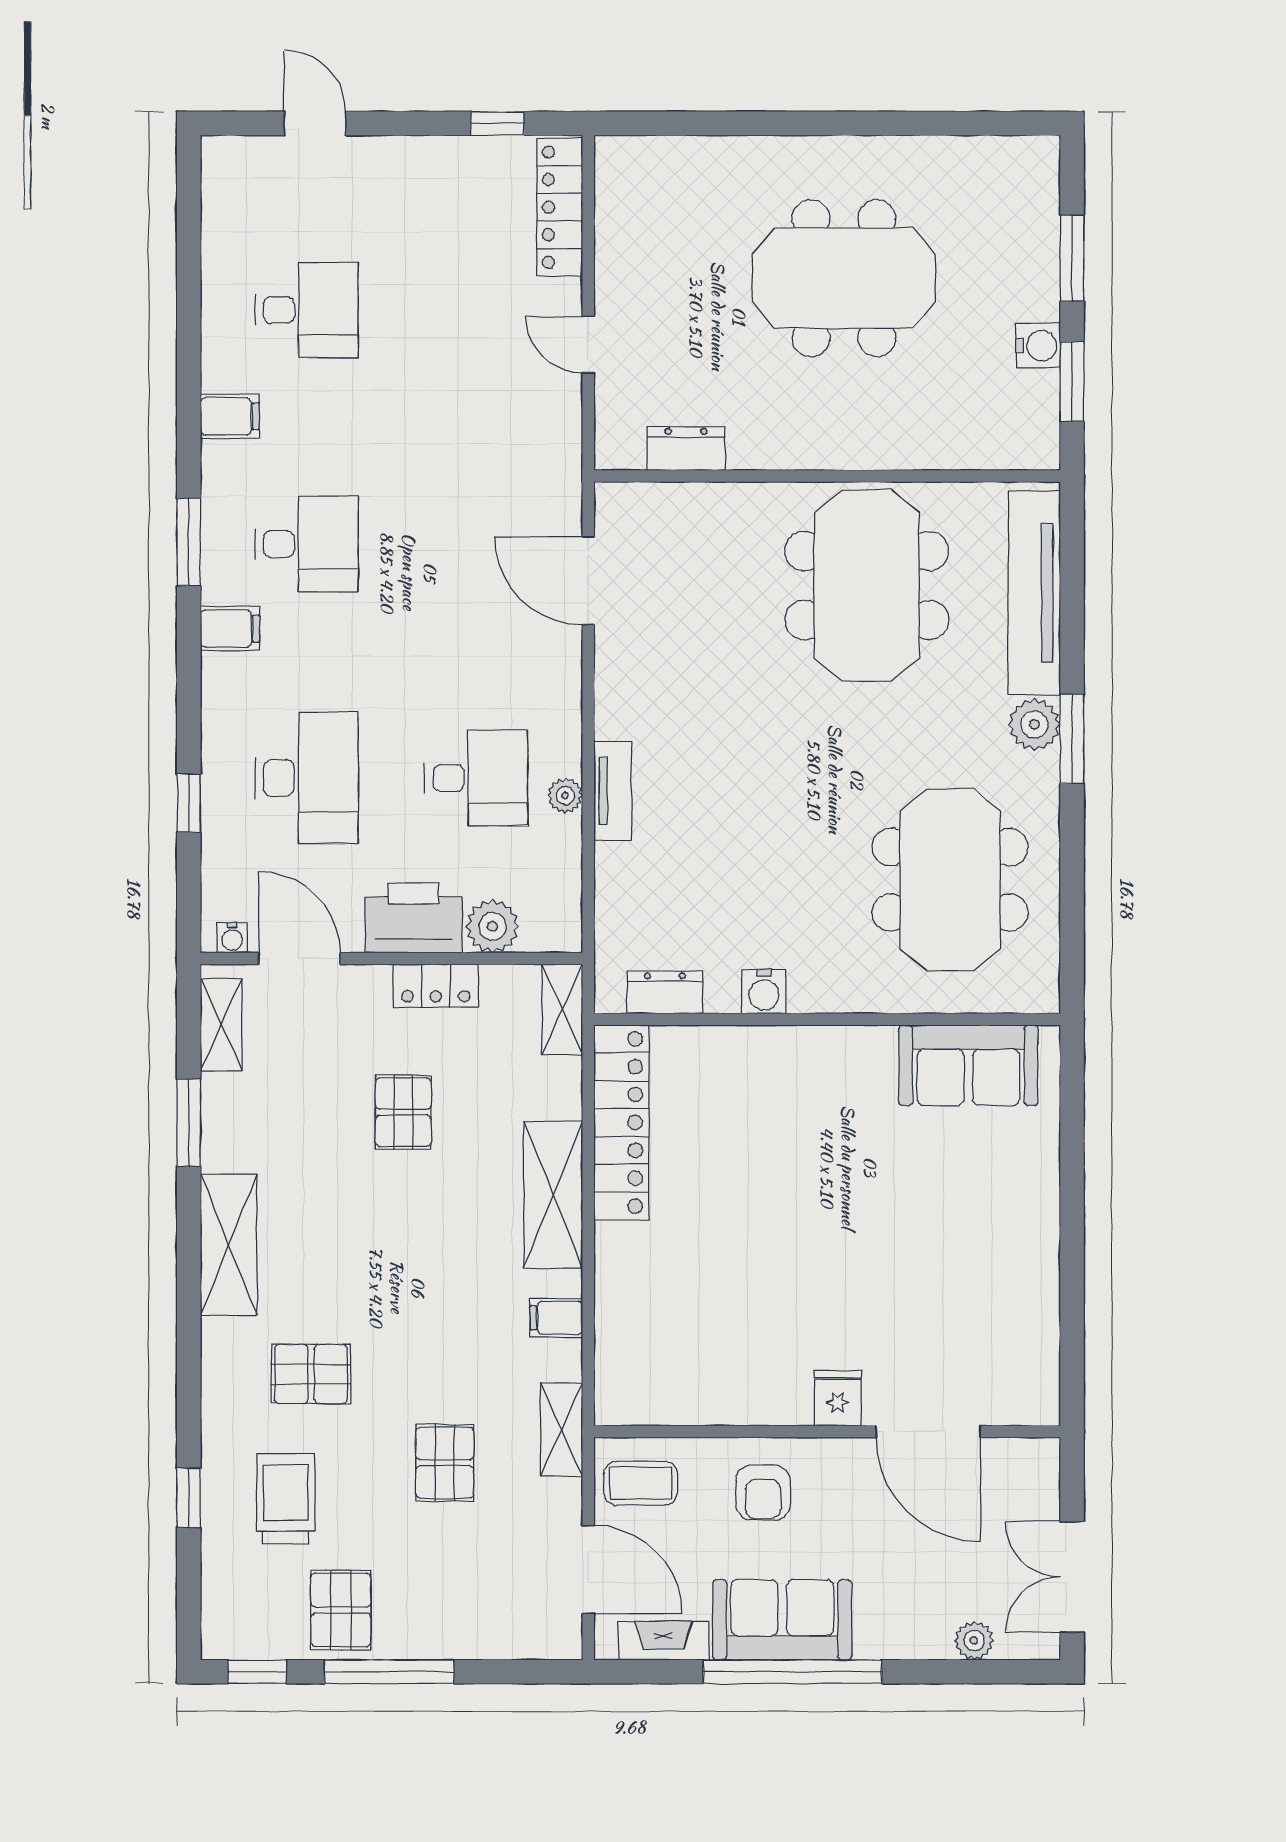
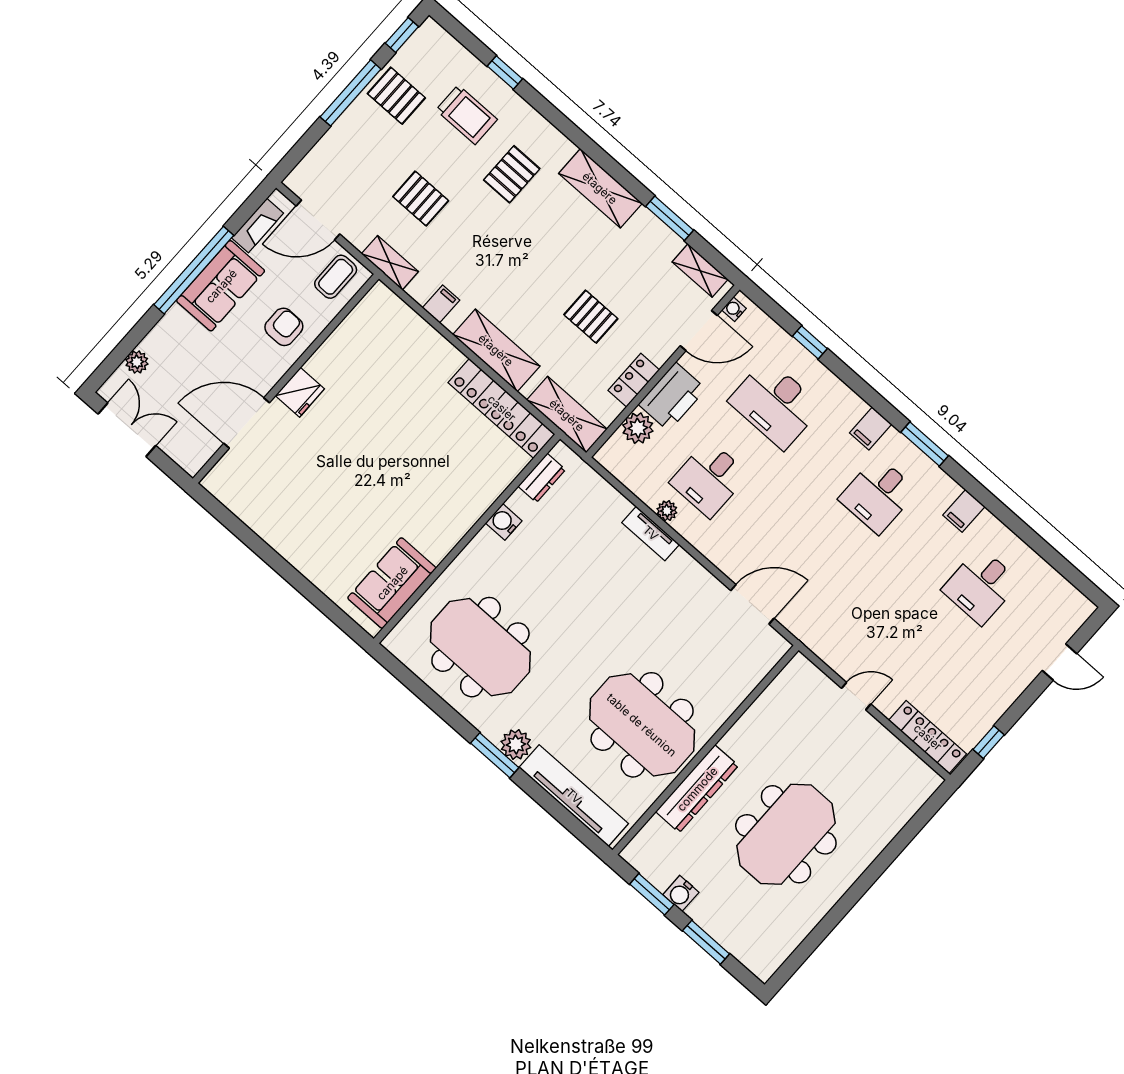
dresser: (686, 449) -> (697, 789), moved, width x1.96, depth x1.24
shelving: (562, 1009) -> (567, 415), width x1.50, depth x1.33
fridge: (838, 1398) -> (300, 392), width x1.38
armchair: (763, 1492) -> (284, 327), turned 90

